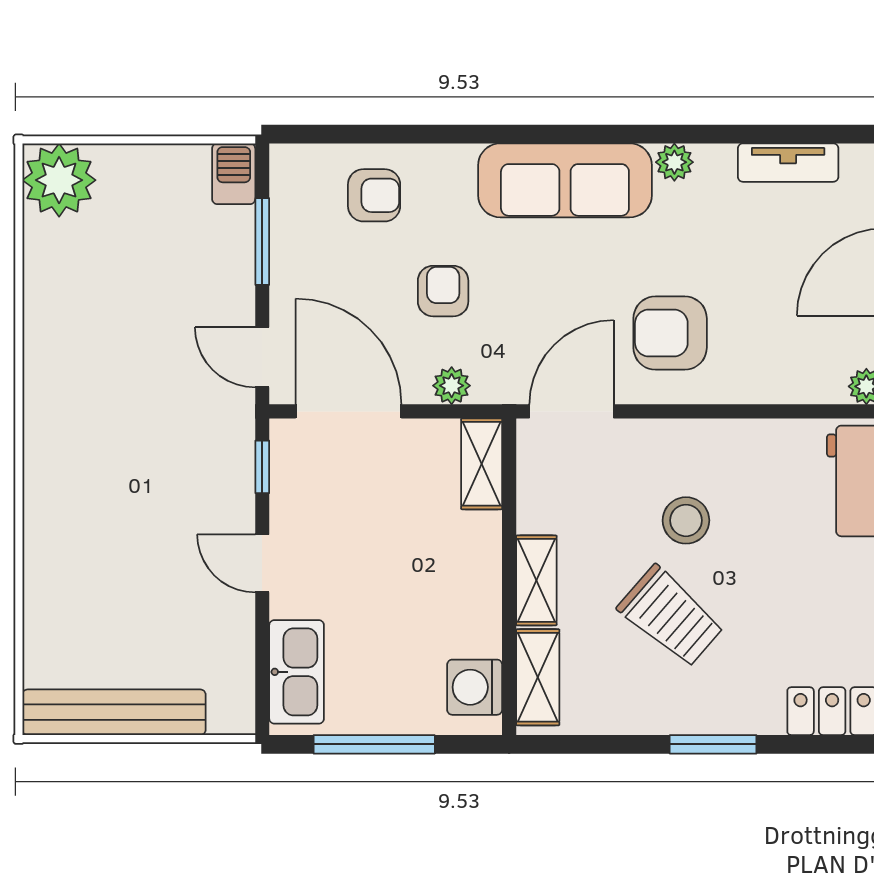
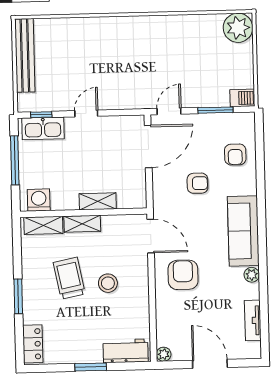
plant: (452, 386) -> (160, 188), removed
shelving: (482, 464) -> (98, 201), moved
window: (262, 467) -> (41, 115), moved
trolley: (671, 616) -> (69, 278), turned 128

